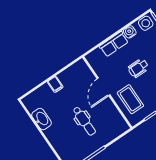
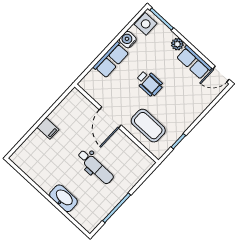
wheelchair: (138, 68) -> (149, 83), turned -90
washbasin: (41, 119) -> (63, 198), moved

